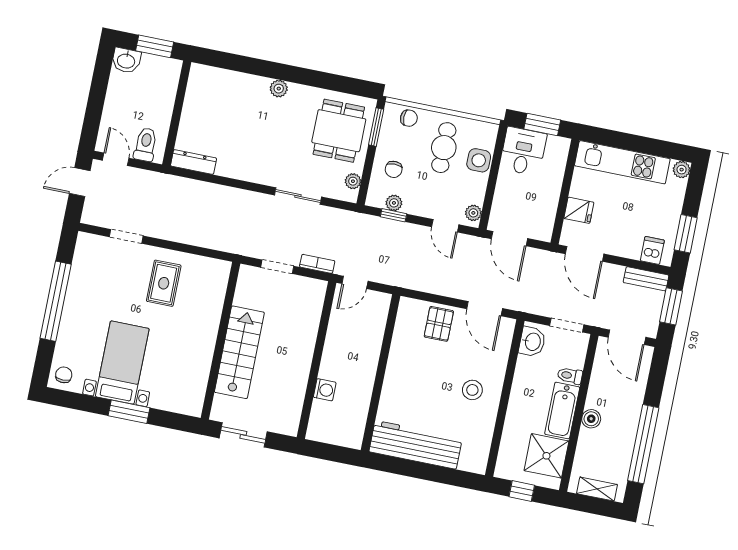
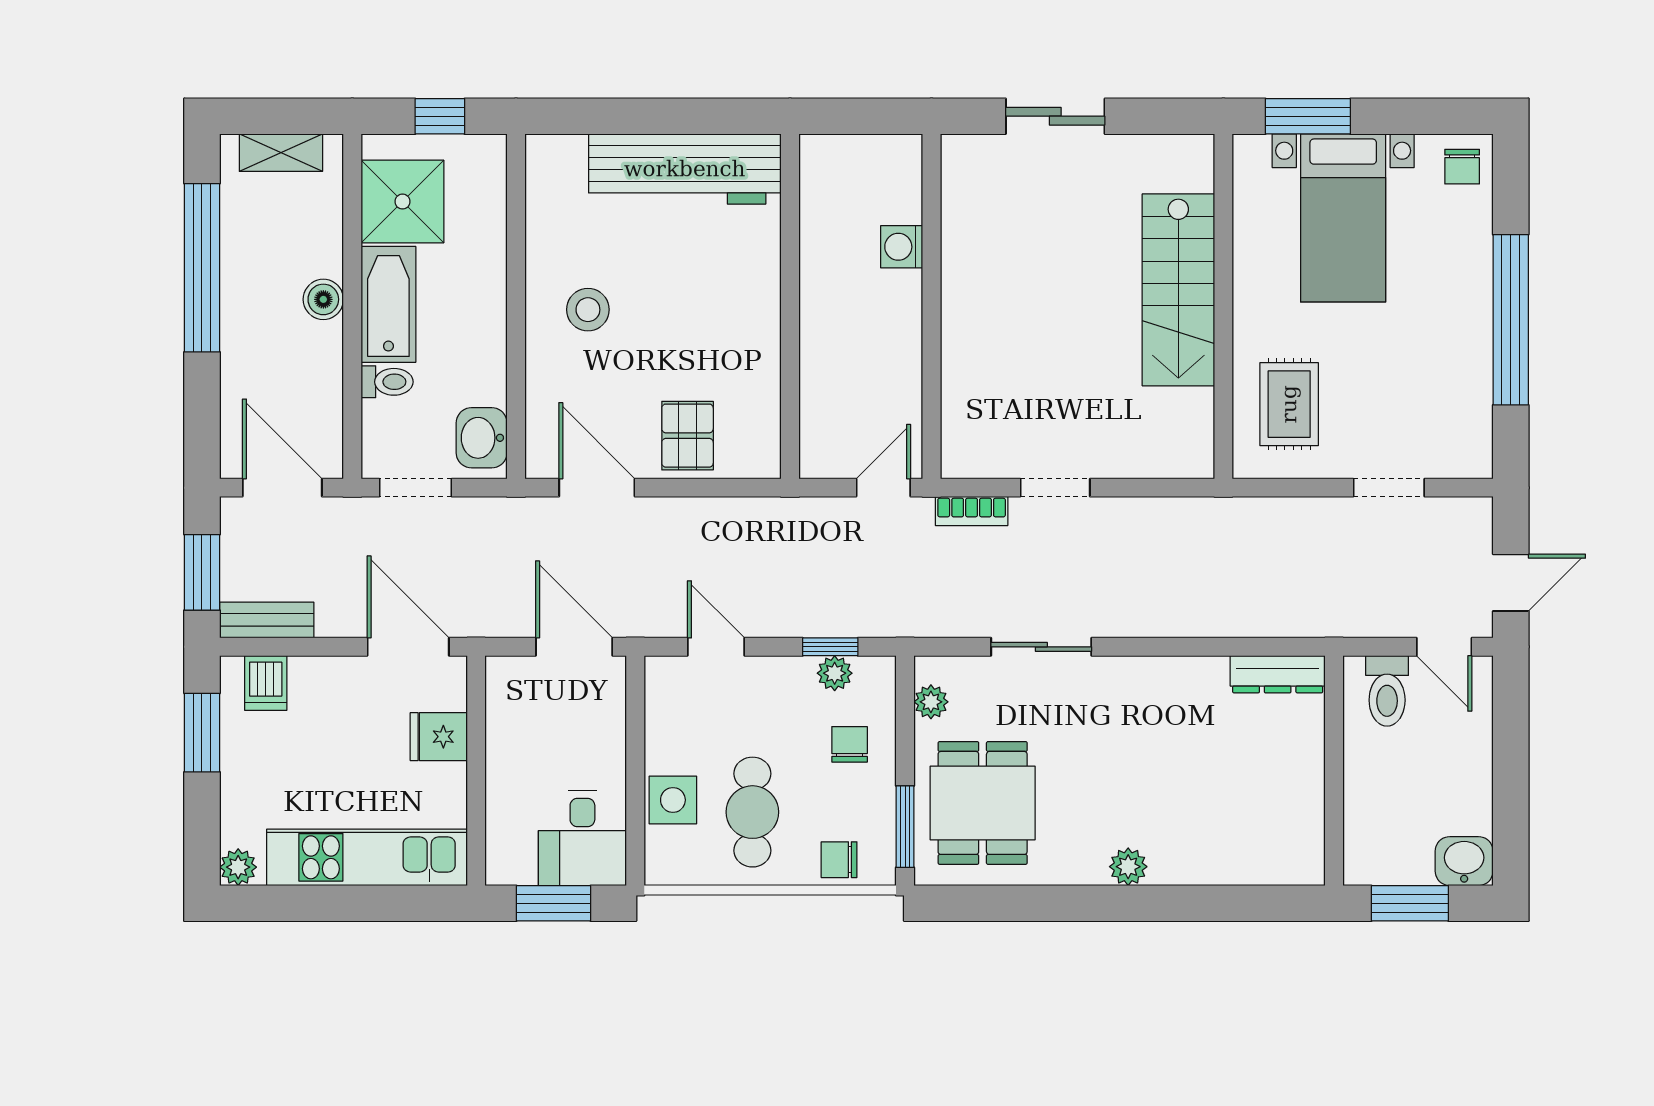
plant: (473, 213) -> (662, 686), removed
wall: (221, 341) -> (1223, 306), moved
stairs: (239, 352) -> (1178, 290), moved

